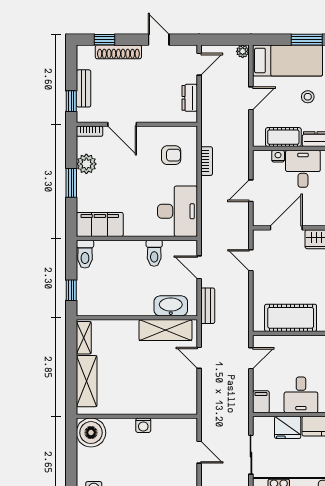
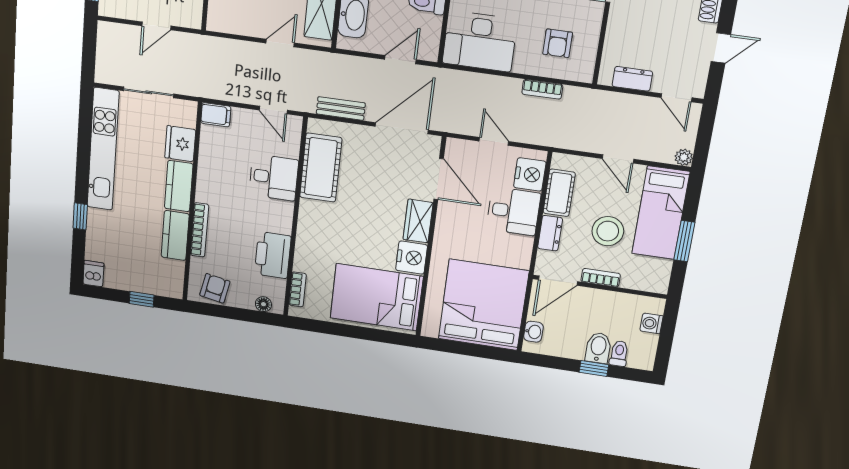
stool: (308, 97) -> (608, 231), width x1.89, depth x1.89
nightstand: (278, 156) -> (530, 174), width x1.89, depth x1.79
door: (251, 260) -> (402, 128), width x1.88
bench: (208, 306) -> (341, 108), moved
desk: (301, 395) -> (274, 177), moved, turned 180

